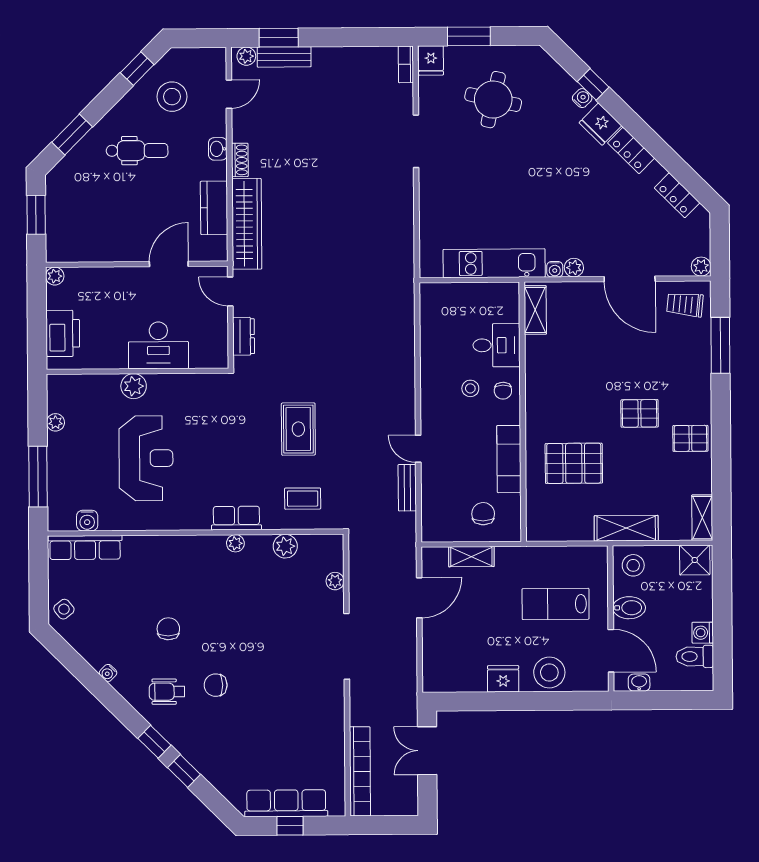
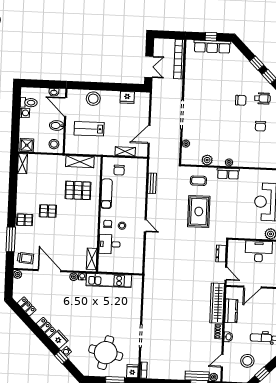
round table: (493, 100) -> (106, 353), width x1.36, depth x1.36
rug: (298, 429) -> (199, 211), width x1.36, depth x1.43
pallet: (690, 438) -> (25, 220), moved
door: (418, 449) -> (145, 226), moved
shelving: (626, 528) -> (80, 162), moved
lab bench: (556, 604) -> (89, 129), turned 180
fridge: (503, 679) -> (127, 97), moved

